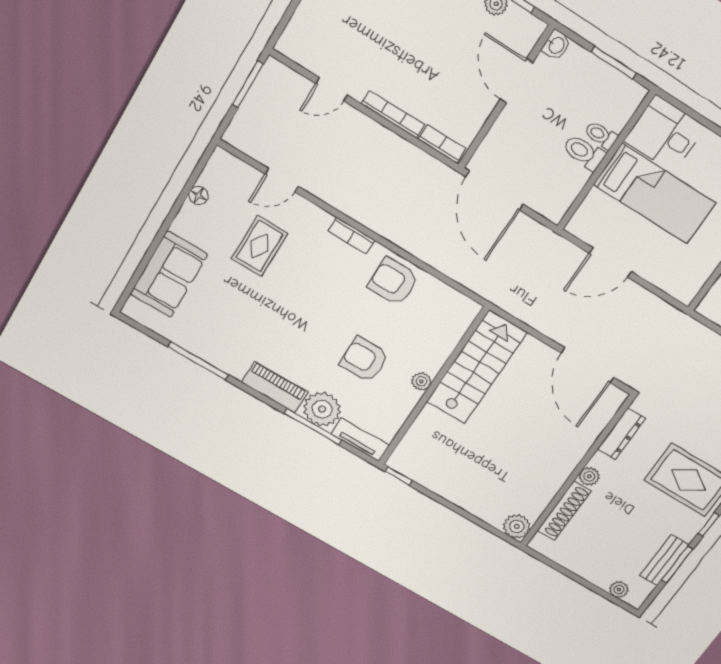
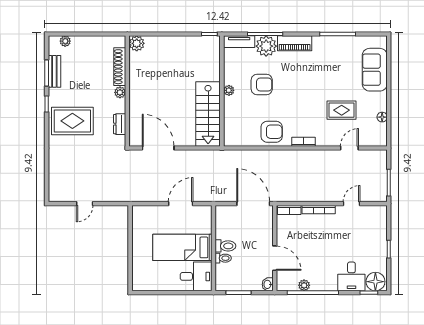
rug: (260, 246) -> (342, 110), turned 90
dresser: (621, 434) -> (120, 124), width x0.70

